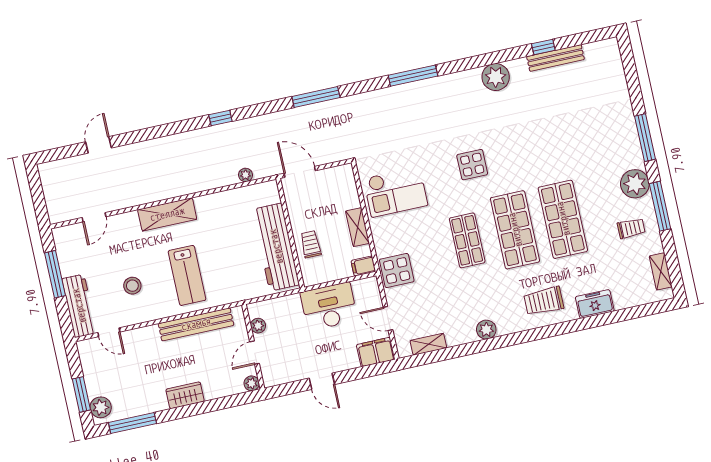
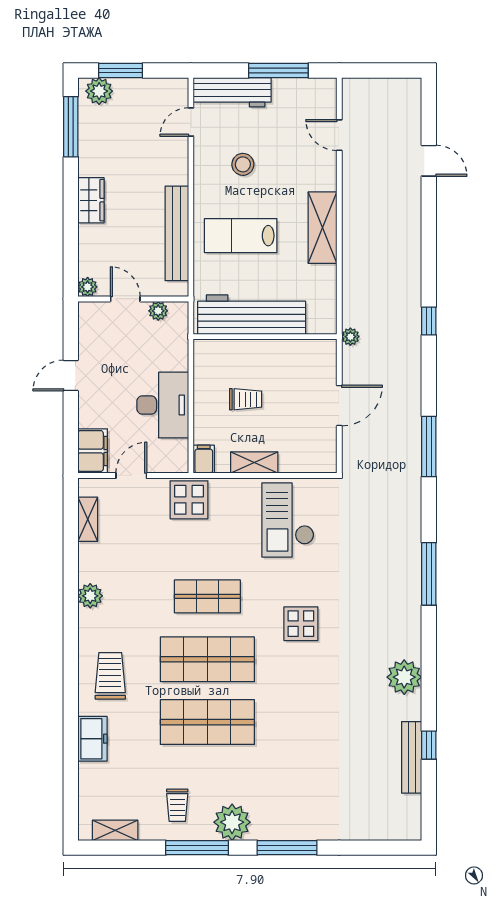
wall: (290, 233) -> (265, 337), moved
workbench: (276, 247) -> (252, 315), moved

